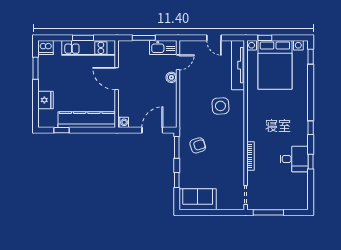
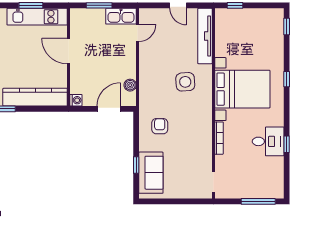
bed with nightstands: (275, 65) -> (242, 89), moved, turned -90
boiler: (171, 77) -> (130, 85), moved
window: (311, 128) -> (287, 79), moved
armchair: (198, 145) -> (160, 126), turned -72
window: (177, 147) -> (136, 128), removed
sofa: (198, 199) -> (151, 173), moved, turned 90
window: (268, 212) -> (258, 201), moved

